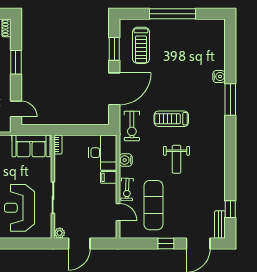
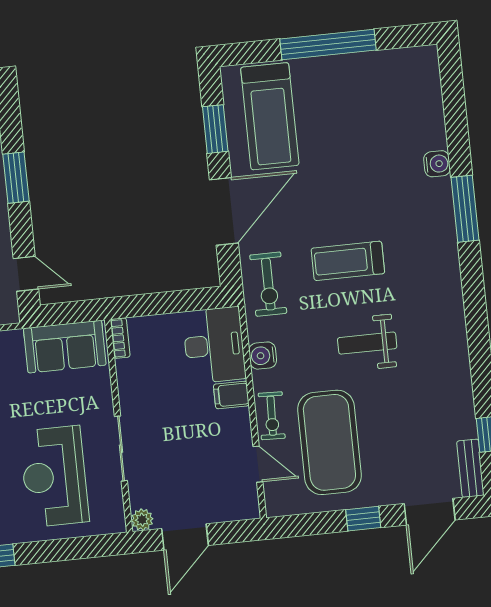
treadmill: (141, 45) -> (270, 116), width x1.37, depth x1.38
weight bench: (177, 159) -> (367, 343), turned 90
exercise mat: (153, 205) -> (329, 442), width x1.47

